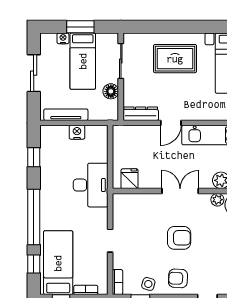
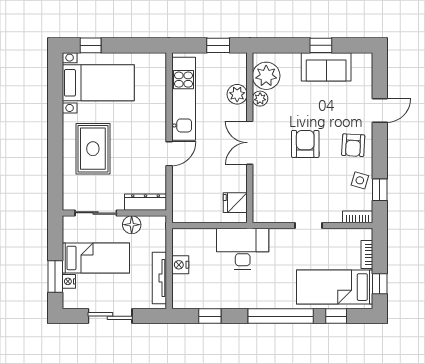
window: (80, 27) -> (55, 277), moved
dresser: (141, 114) -> (146, 202), moved, turned 90
door: (171, 123) -> (169, 154), hinge flipped

